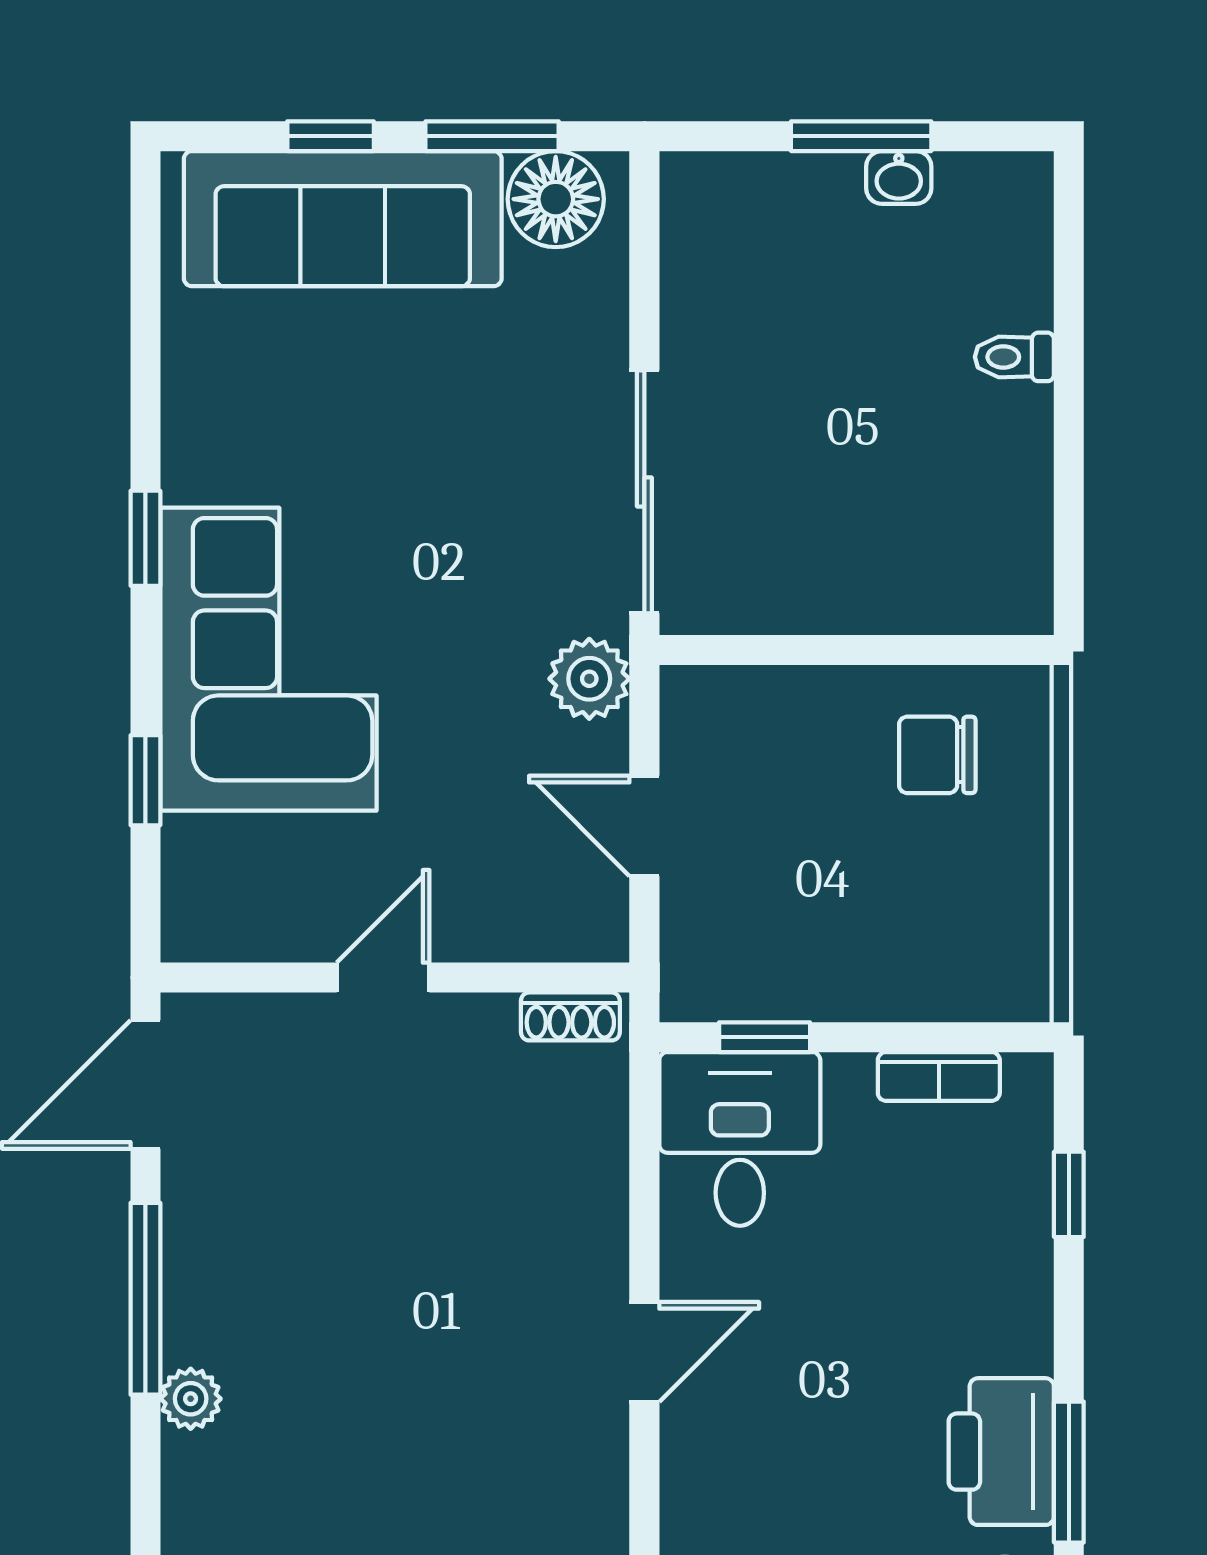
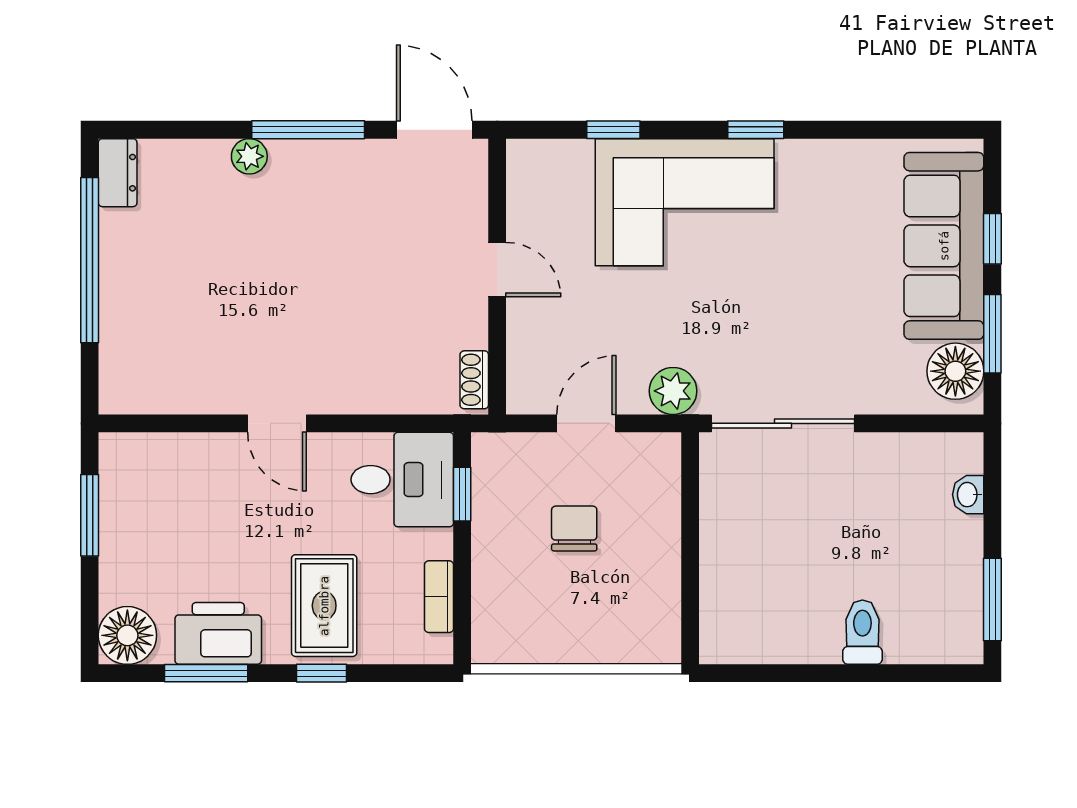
window: (861, 136) -> (992, 600), moved
washbasin: (899, 177) -> (968, 495), moved
toilet: (1014, 357) -> (862, 632), width x1.37, depth x1.39
chair: (937, 755) -> (574, 529), moved
window: (1069, 1194) -> (321, 673), moved
rug: (954, 1272) -> (324, 606), added

